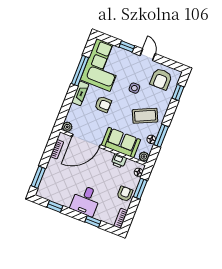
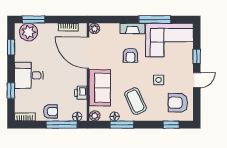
plant: (48, 186) -> (29, 32), added
window: (140, 189) -> (62, 125), width x1.44

